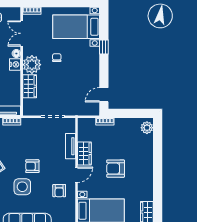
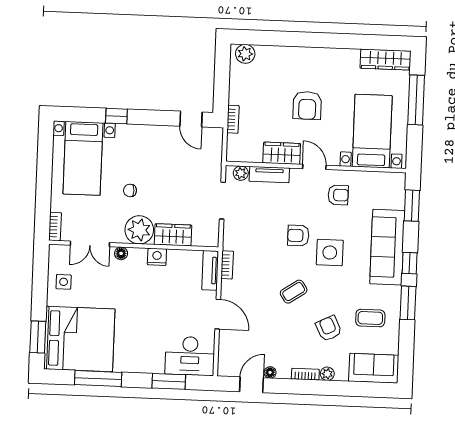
nightstand: (15, 64) -> (157, 257), moved
plant: (71, 128) -> (241, 173), added
armchair: (32, 166) -> (298, 236), turned 90

